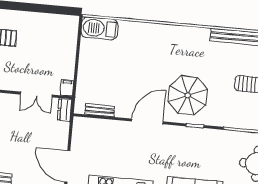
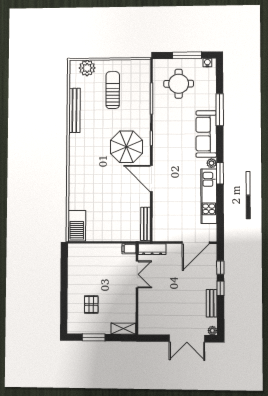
dresser: (65, 110) -> (152, 249), width x1.44
bench: (100, 110) -> (145, 224), width x1.36

